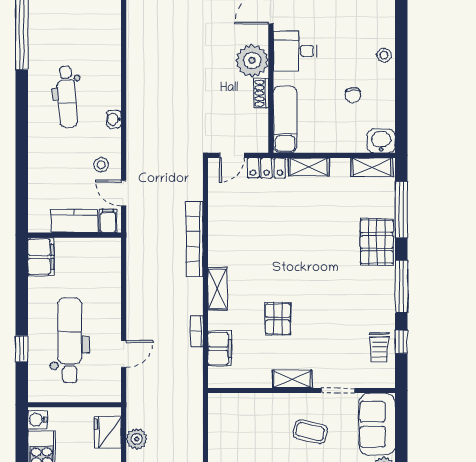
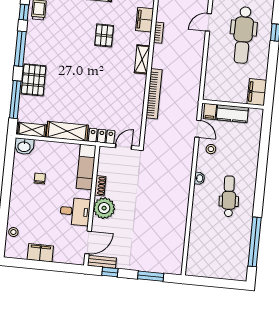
stool: (384, 55) -> (13, 232), moved
shelving: (309, 167) -> (67, 131), width x1.50, depth x1.33

